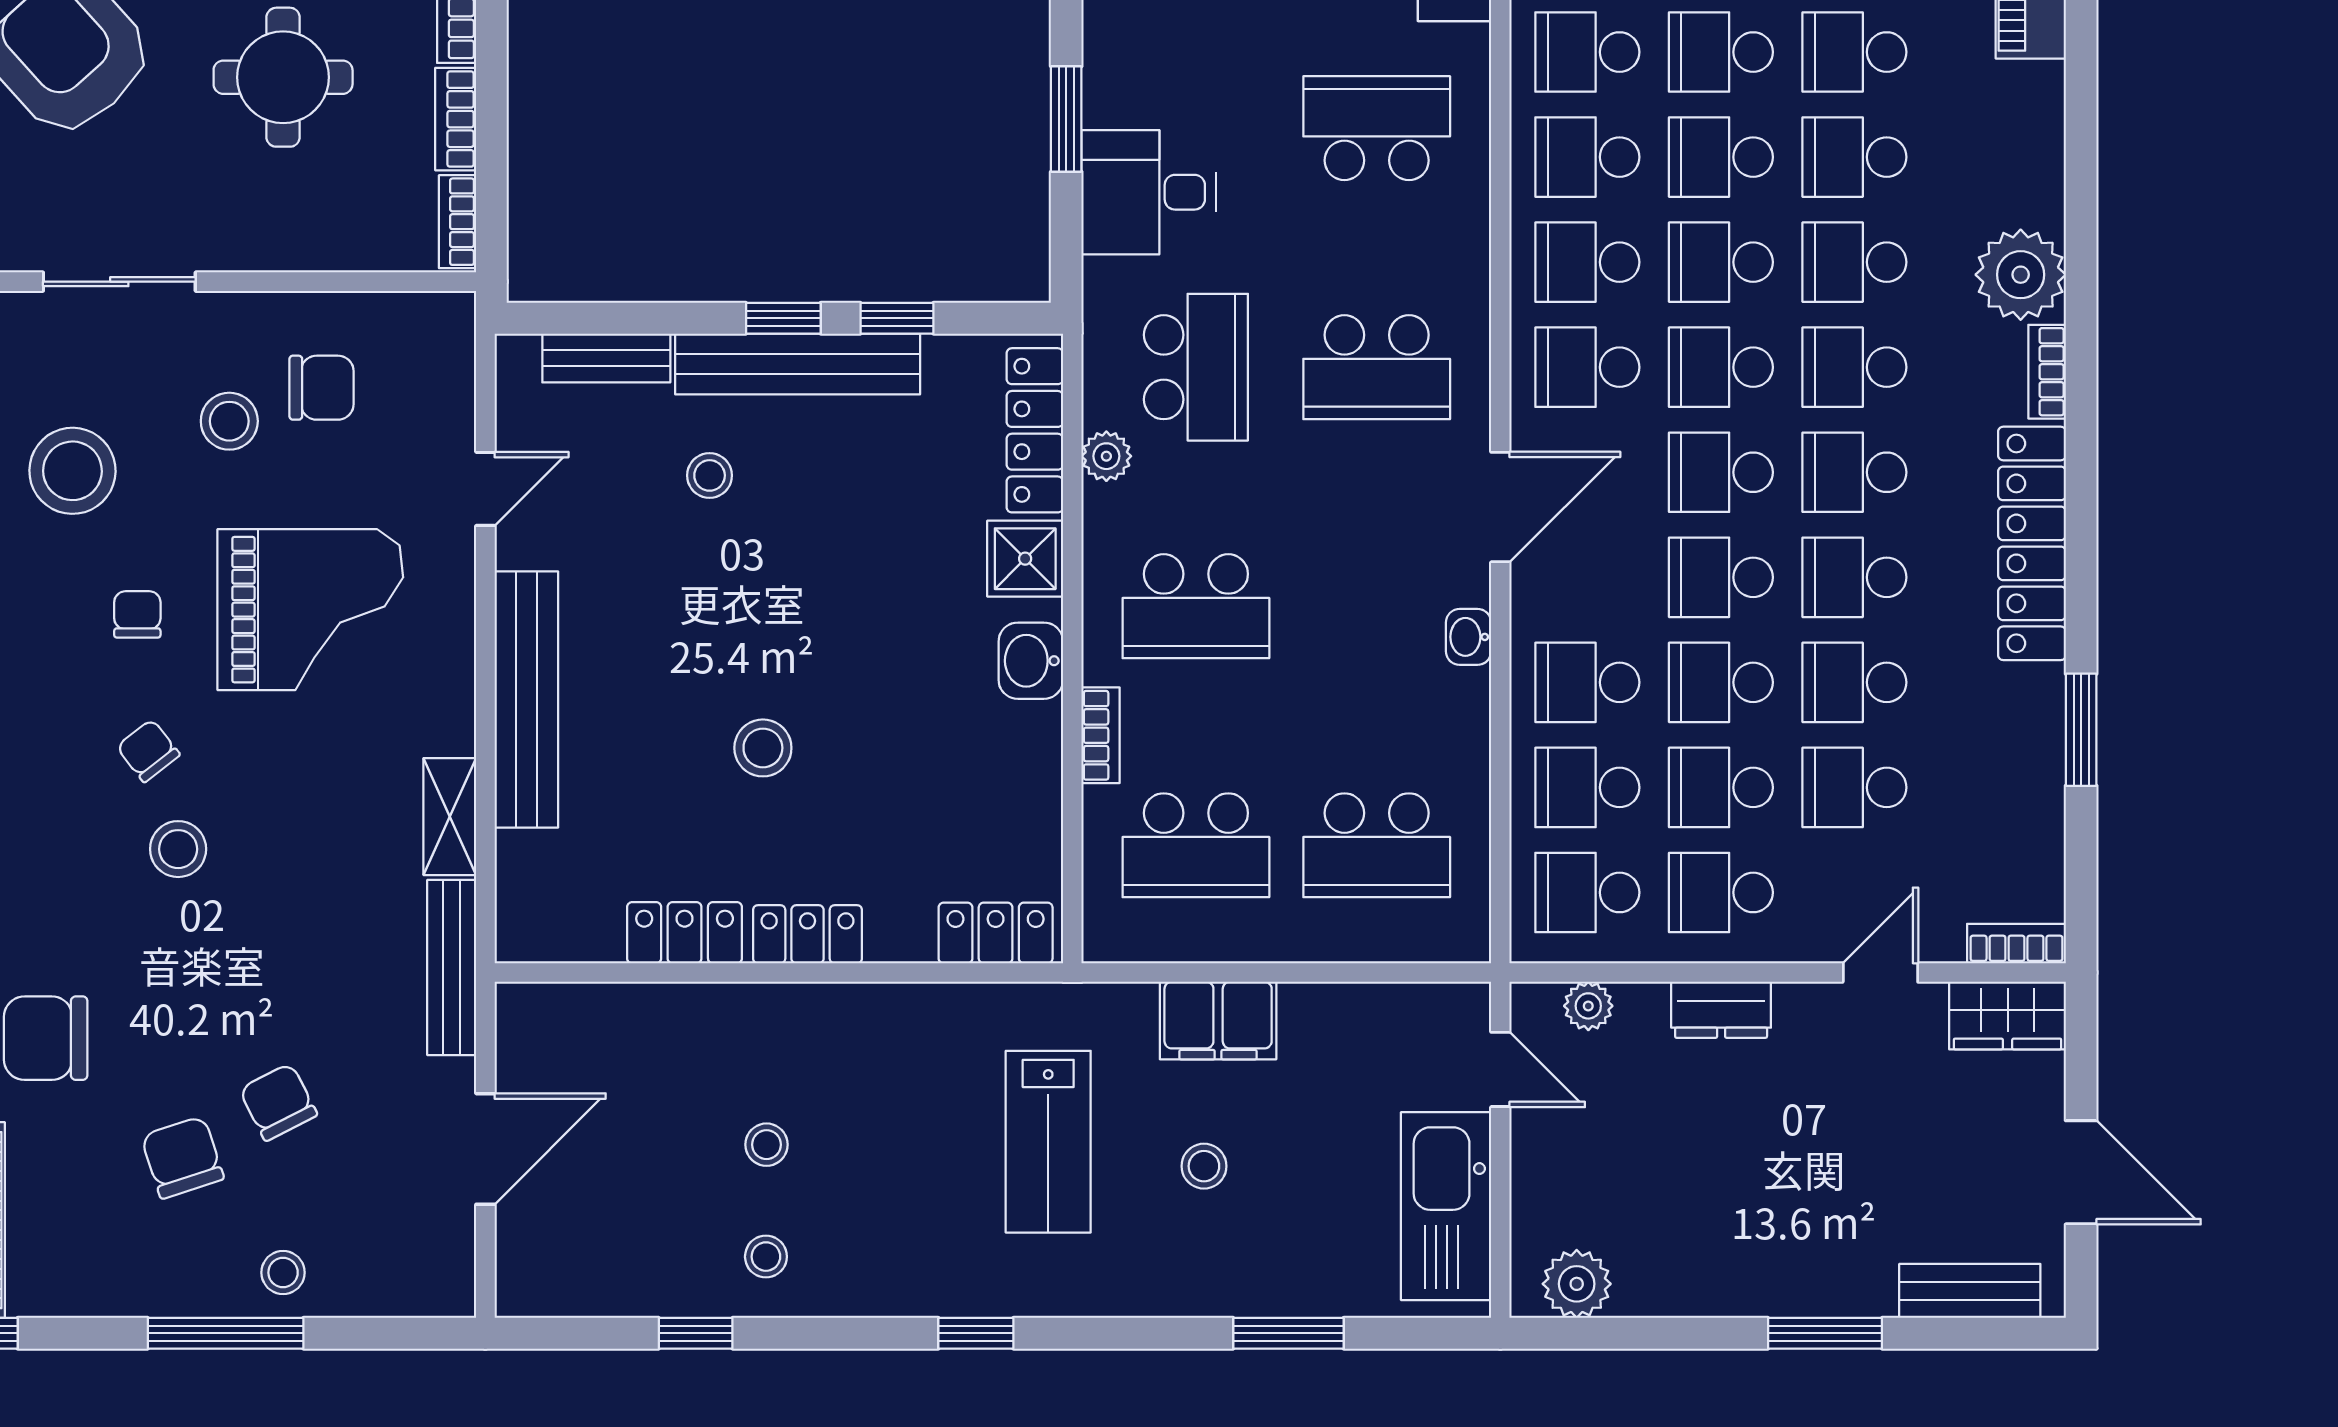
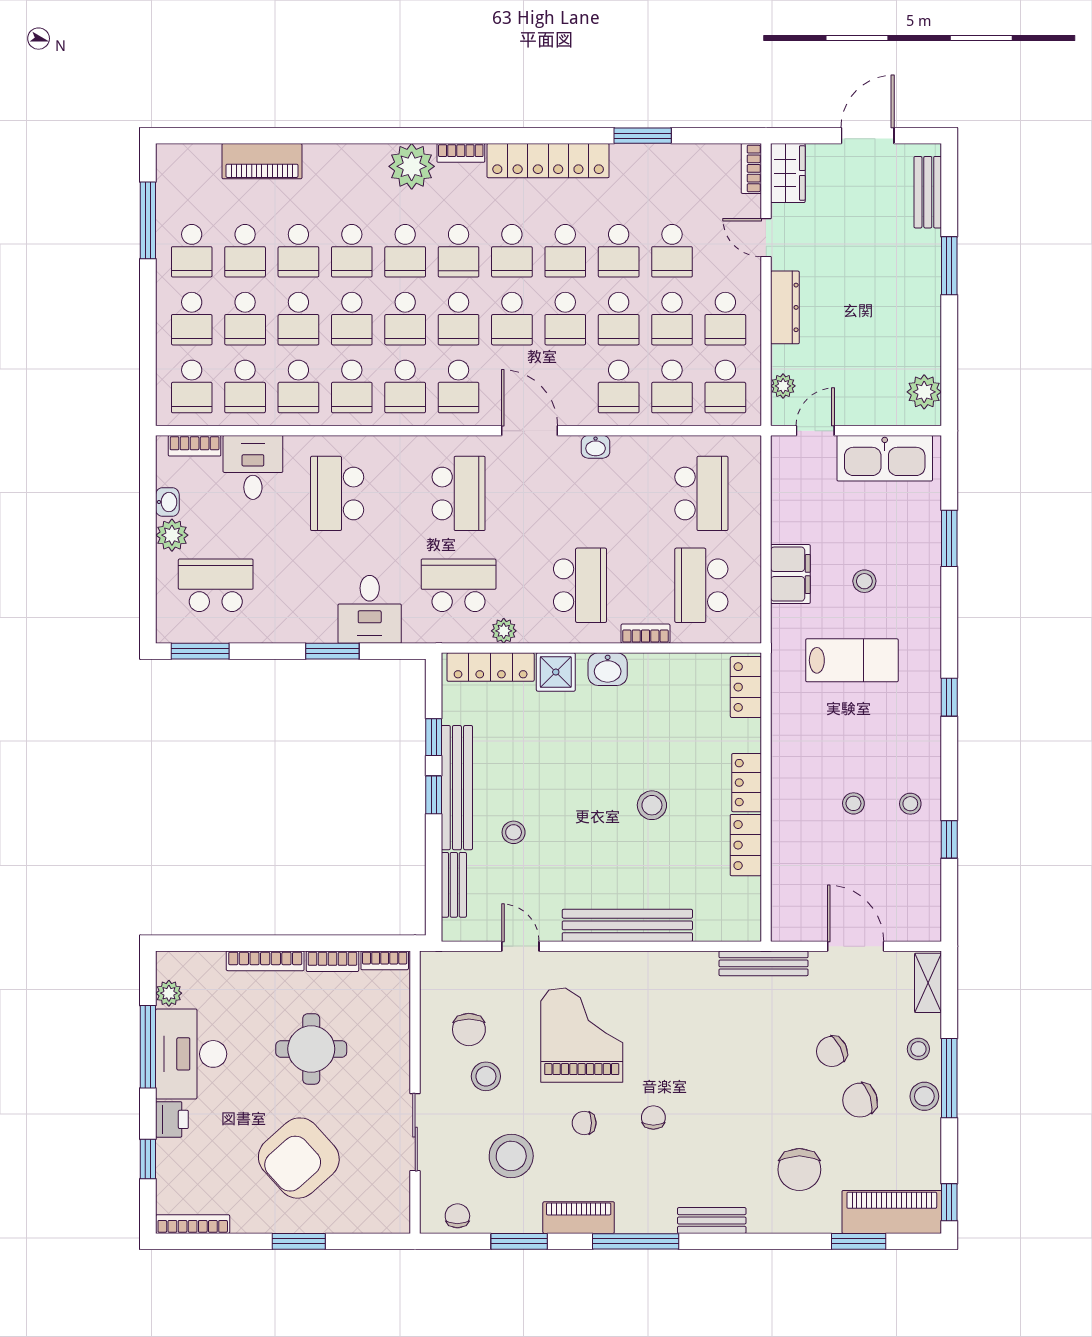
chair: (321, 388) -> (469, 1029), turned 180
chair: (148, 751) -> (653, 1118), turned 128
shelving: (450, 817) -> (928, 983), moved, turned 90
school desk: (1196, 845) -> (701, 585), turned 180
stool: (178, 849) -> (924, 1096), moved
dresser: (1721, 1010) -> (785, 307), width x1.44

